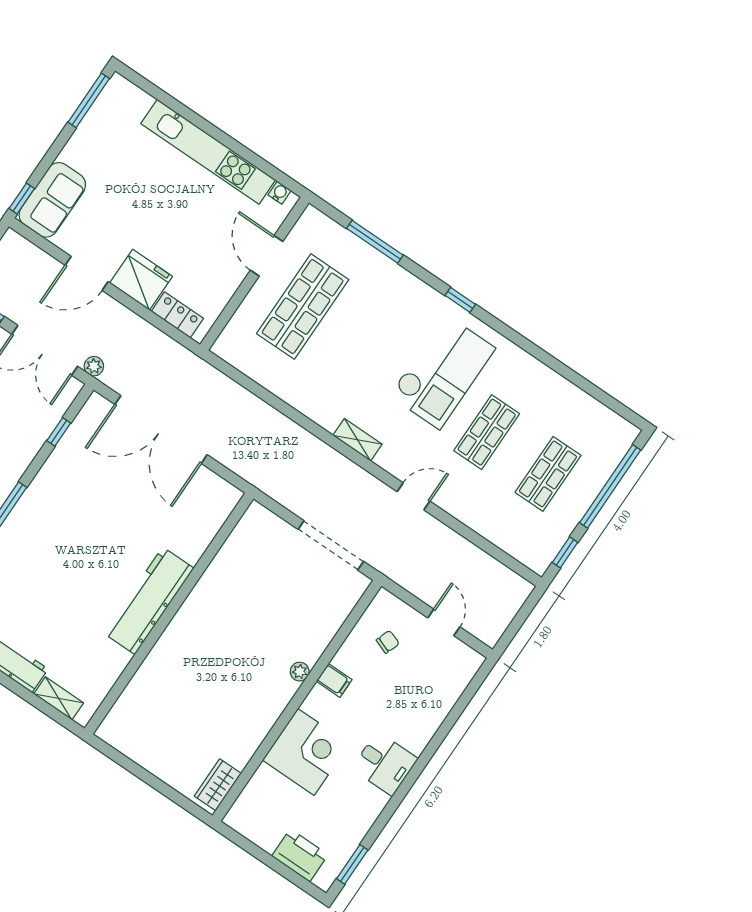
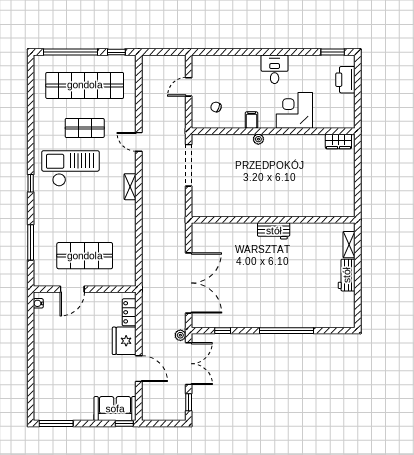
kitchen unit: (208, 152) -> (42, 350), removed
shop shelf: (548, 474) -> (85, 85), width x2.00, depth x1.36
workbench: (149, 601) -> (274, 231), width x0.53, depth x0.76

